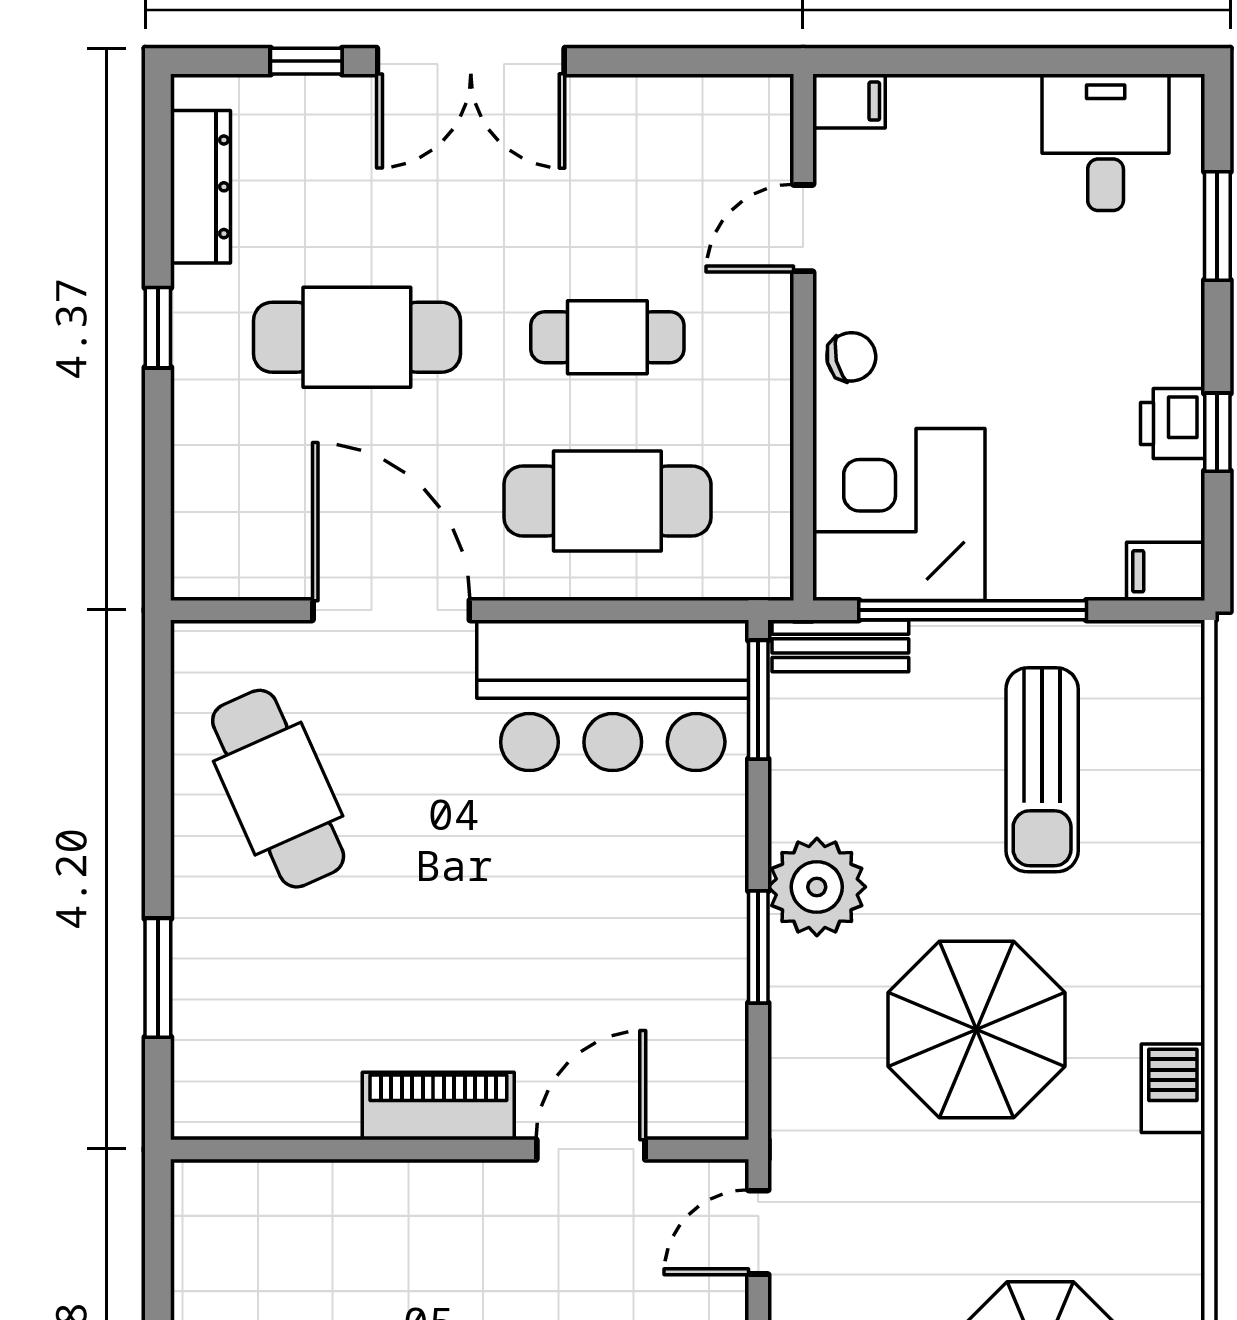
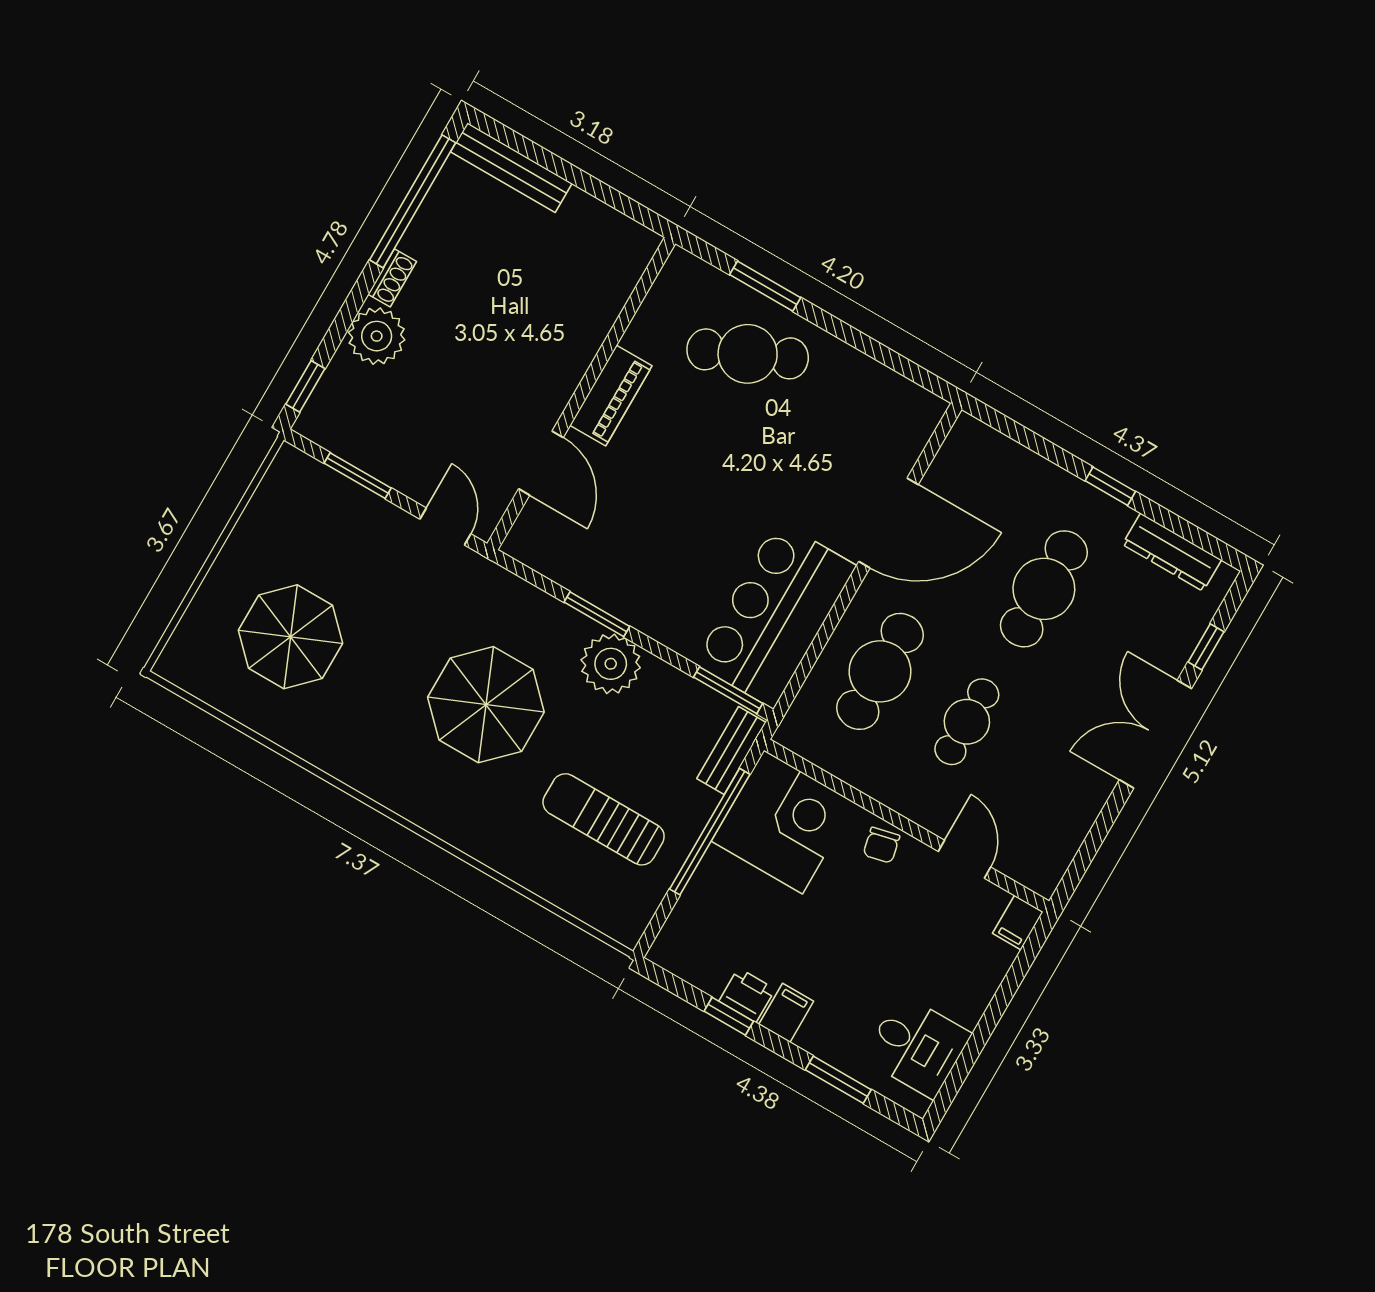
filing cabinet: (1166, 571) -> (786, 1013), moved
cafe table: (278, 789) -> (748, 354), moved
barbecue: (1173, 1088) -> (394, 791), removed

